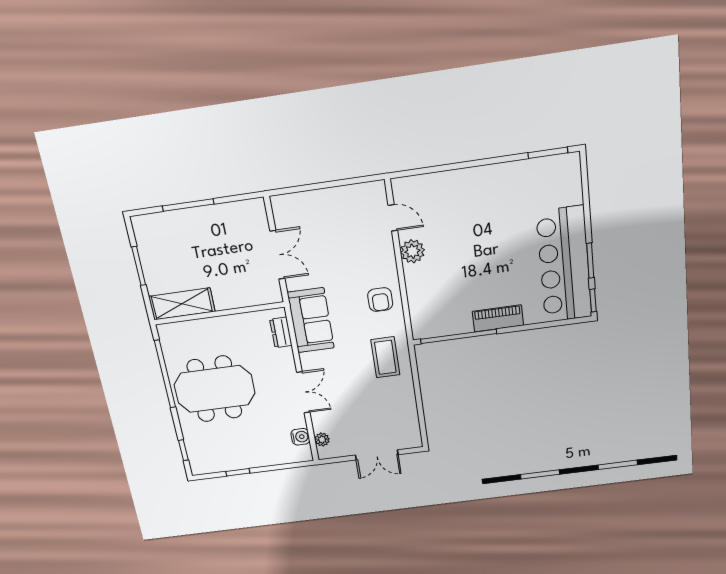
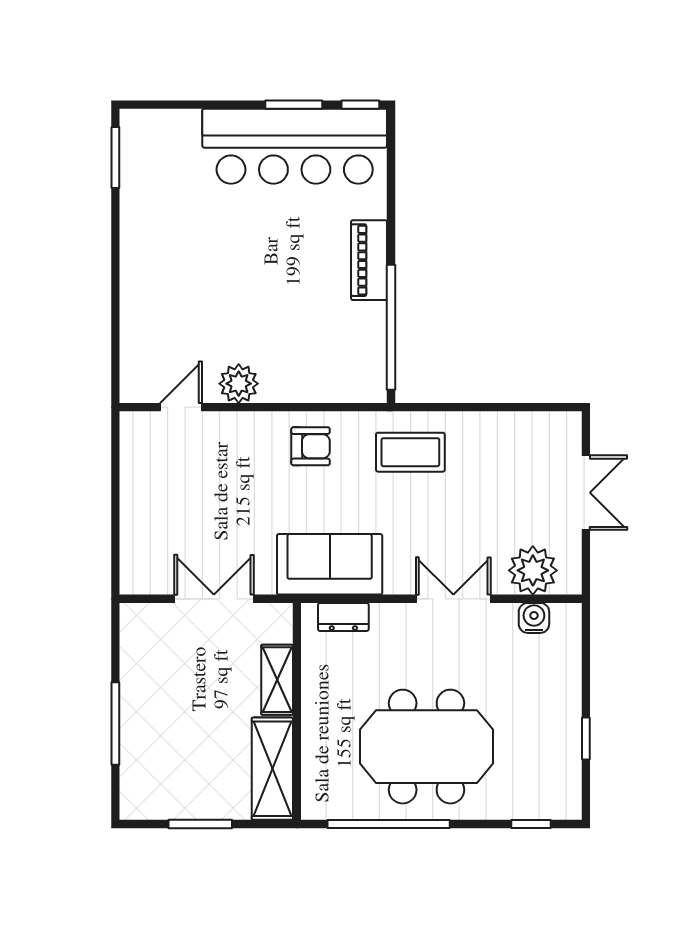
shelving: (236, 299) -> (277, 680), added
meeting table: (215, 389) -> (427, 747), turned 90
plant: (322, 440) -> (533, 570), width x1.87, depth x1.87

